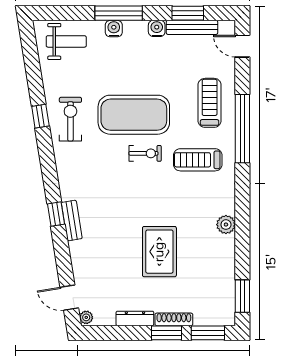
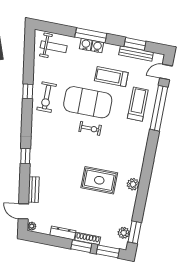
water cooler: (157, 28) -> (97, 47), moved
door: (242, 46) -> (166, 72), hinge flipped
exercise bike: (70, 119) -> (47, 97), turned 180
window: (242, 129) -> (159, 108), moved
treadmill: (198, 160) -> (111, 77), moved
bench: (72, 220) -> (34, 190), moved
rug: (159, 252) -> (99, 180), moved, turned 90
plant: (226, 300) -> (124, 233), added

